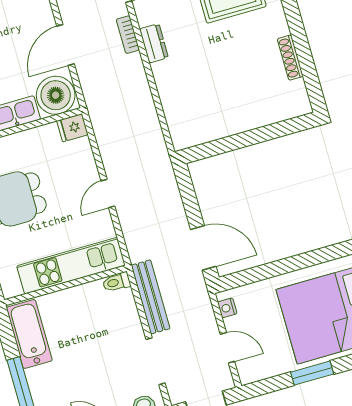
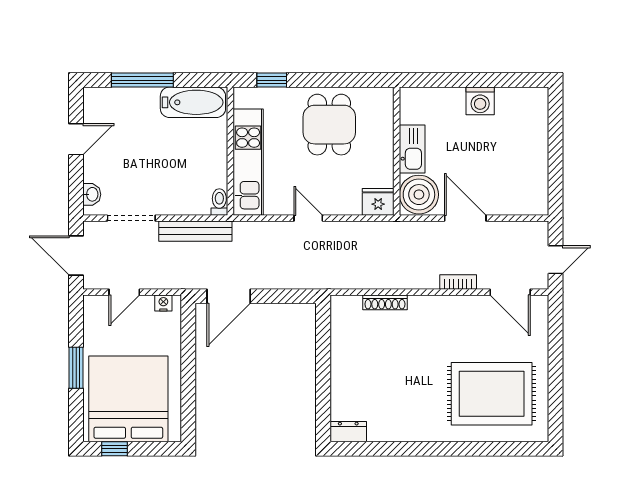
dresser: (154, 43) -> (348, 432), moved, turned 180
shoe rack: (290, 58) -> (385, 302), moved, turned 180
fridge: (72, 128) -> (378, 202), width x1.38

